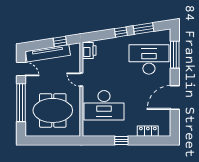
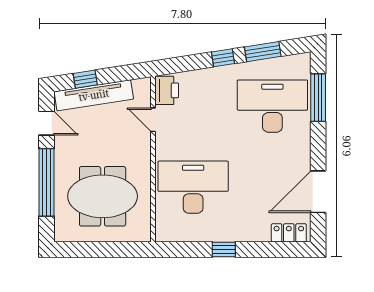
window: (60, 42) -> (85, 79), moved
door: (81, 80) -> (153, 120), moved
door: (175, 97) -> (318, 192), moved
desk: (104, 105) -> (193, 187), turned 180
locker: (148, 131) -> (289, 233), moved

